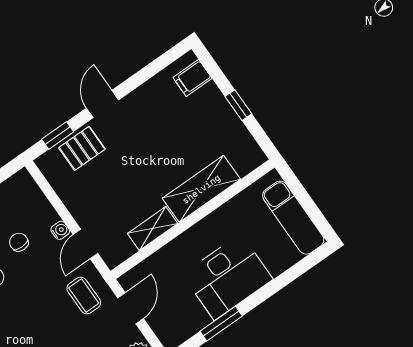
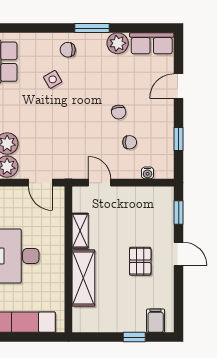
window: (238, 105) -> (134, 337), moved
pallet: (82, 148) -> (140, 261), moved
water cooler: (60, 230) -> (148, 173), moved
coffee table: (84, 295) -> (69, 159), removed

